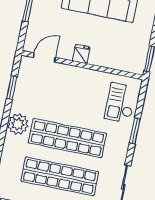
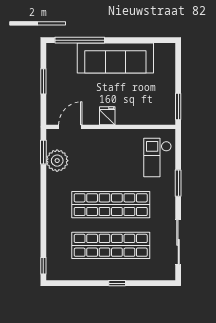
window: (12, 88) -> (43, 152), moved
plant: (18, 124) -> (57, 161), moved

